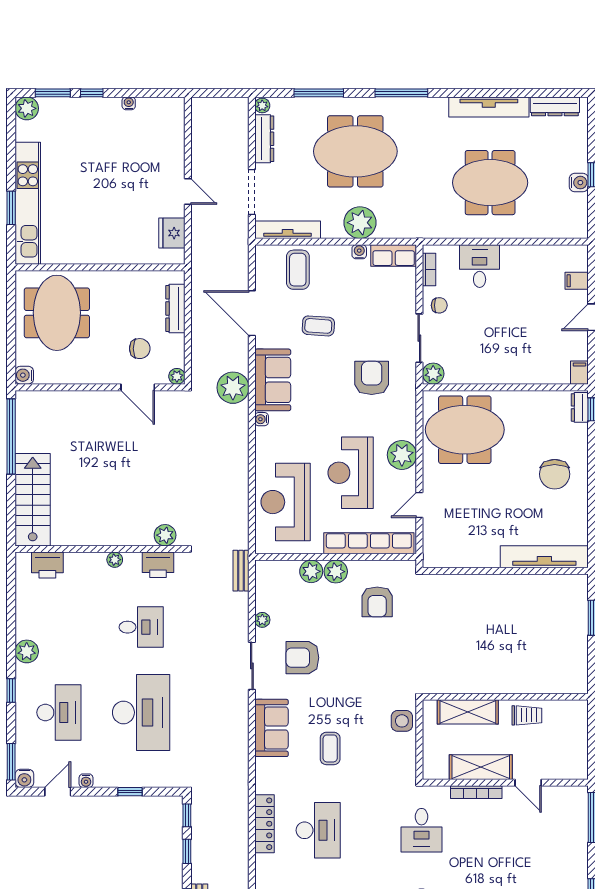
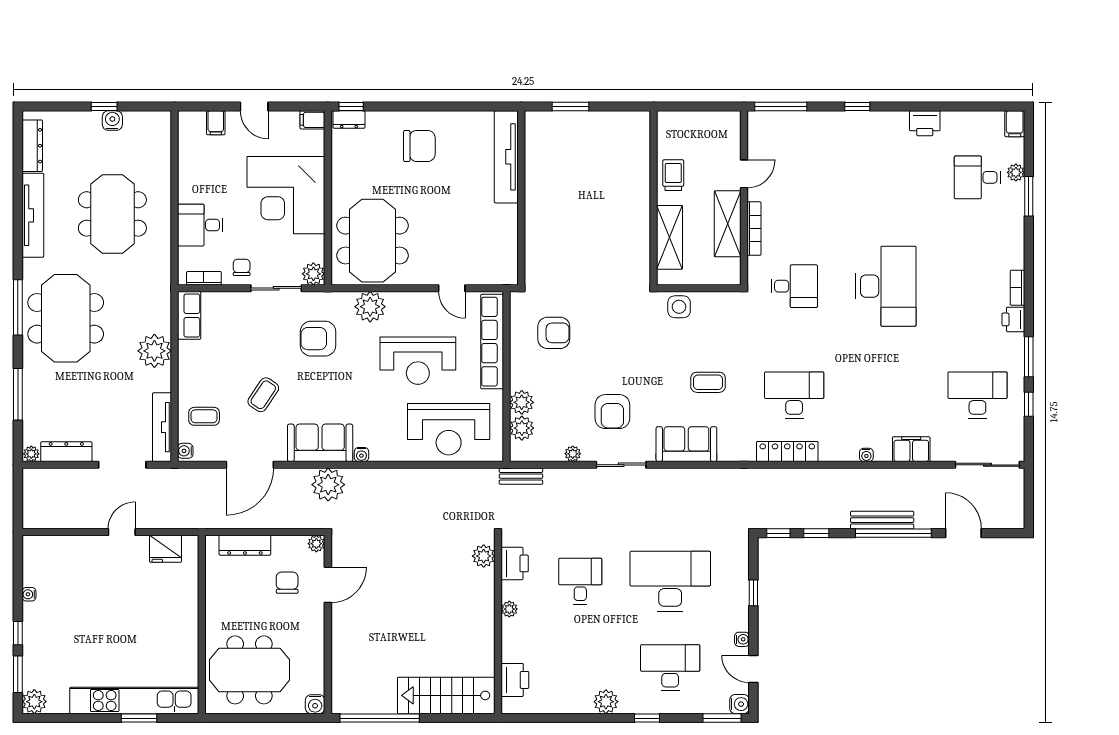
meeting table: (355, 151) -> (66, 318), moved
water cooler: (359, 252) -> (185, 451), moved
coffee table: (298, 270) -> (204, 416), width x0.73, depth x0.77
coffee table: (318, 326) -> (263, 395), turned 30
corner desk: (508, 347) -> (286, 195), added
plant: (402, 455) -> (370, 307), moved
plant: (336, 572) -> (522, 428), moved

